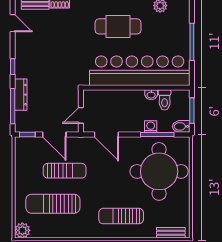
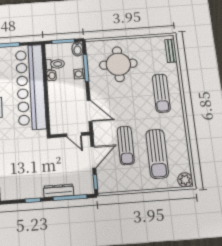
door: (106, 135) -> (90, 111), hinge flipped
sun lounger: (65, 171) -> (126, 145), turned 180
round table: (159, 171) -> (118, 64), width x0.73, depth x0.73

